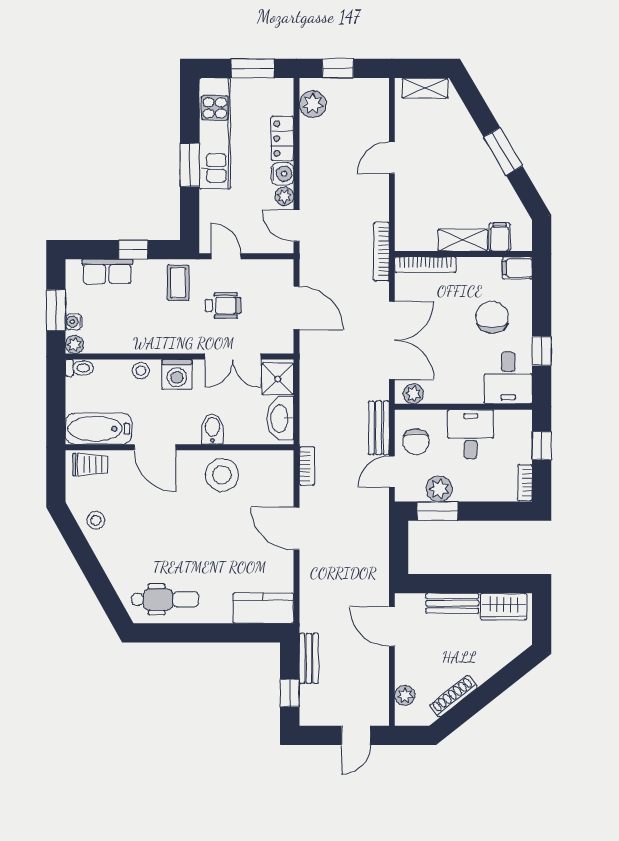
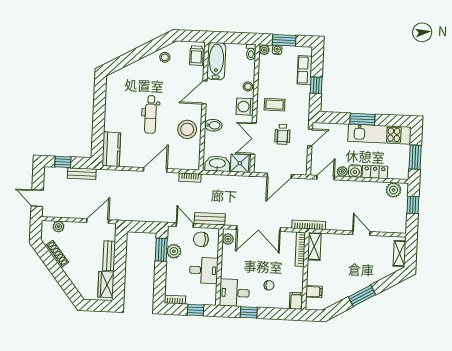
shelving: (463, 240) -> (314, 246), moved
coffee table: (178, 283) -> (275, 105), moved
chair: (492, 317) -> (269, 285), width x0.54, depth x0.54
dental chair: (165, 599) -> (151, 114), moved

